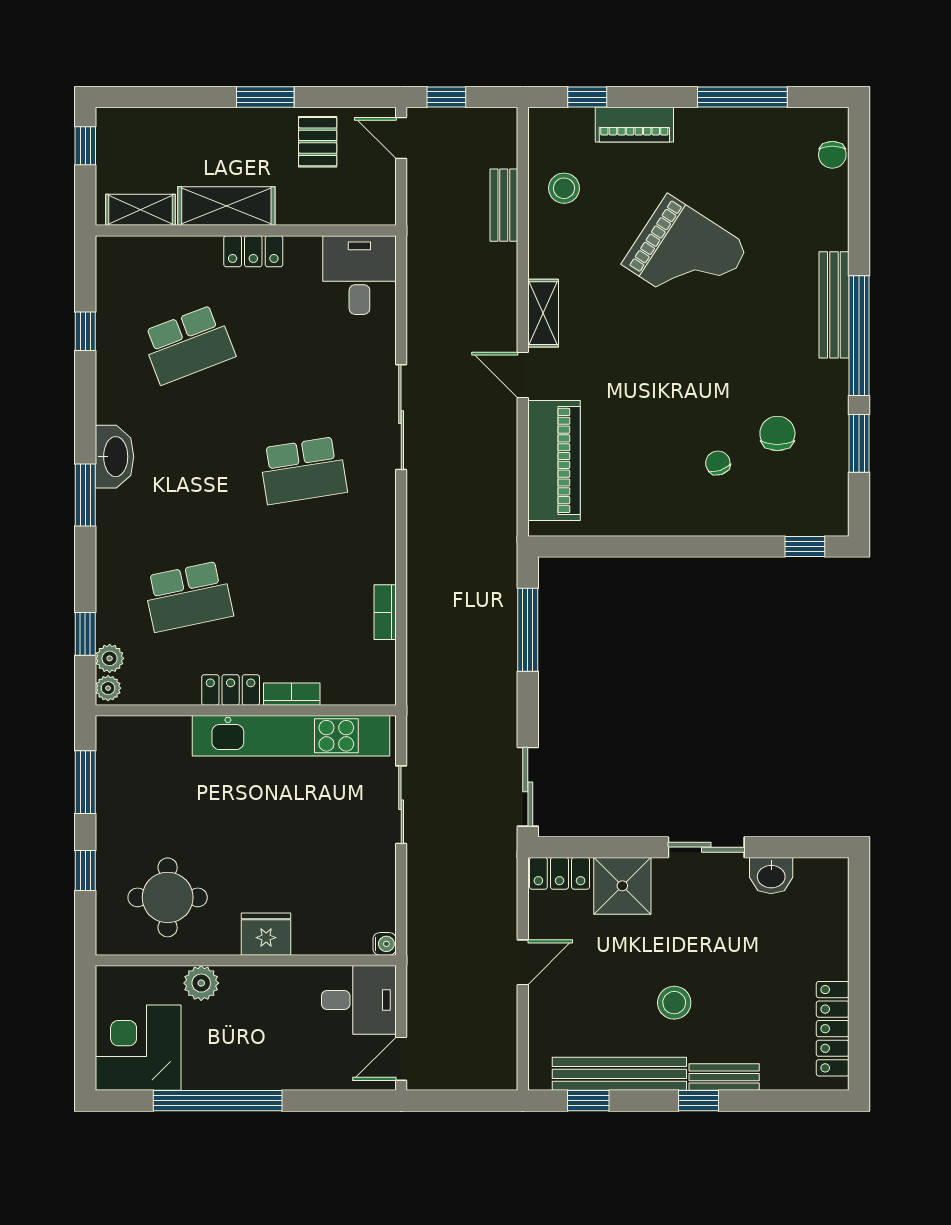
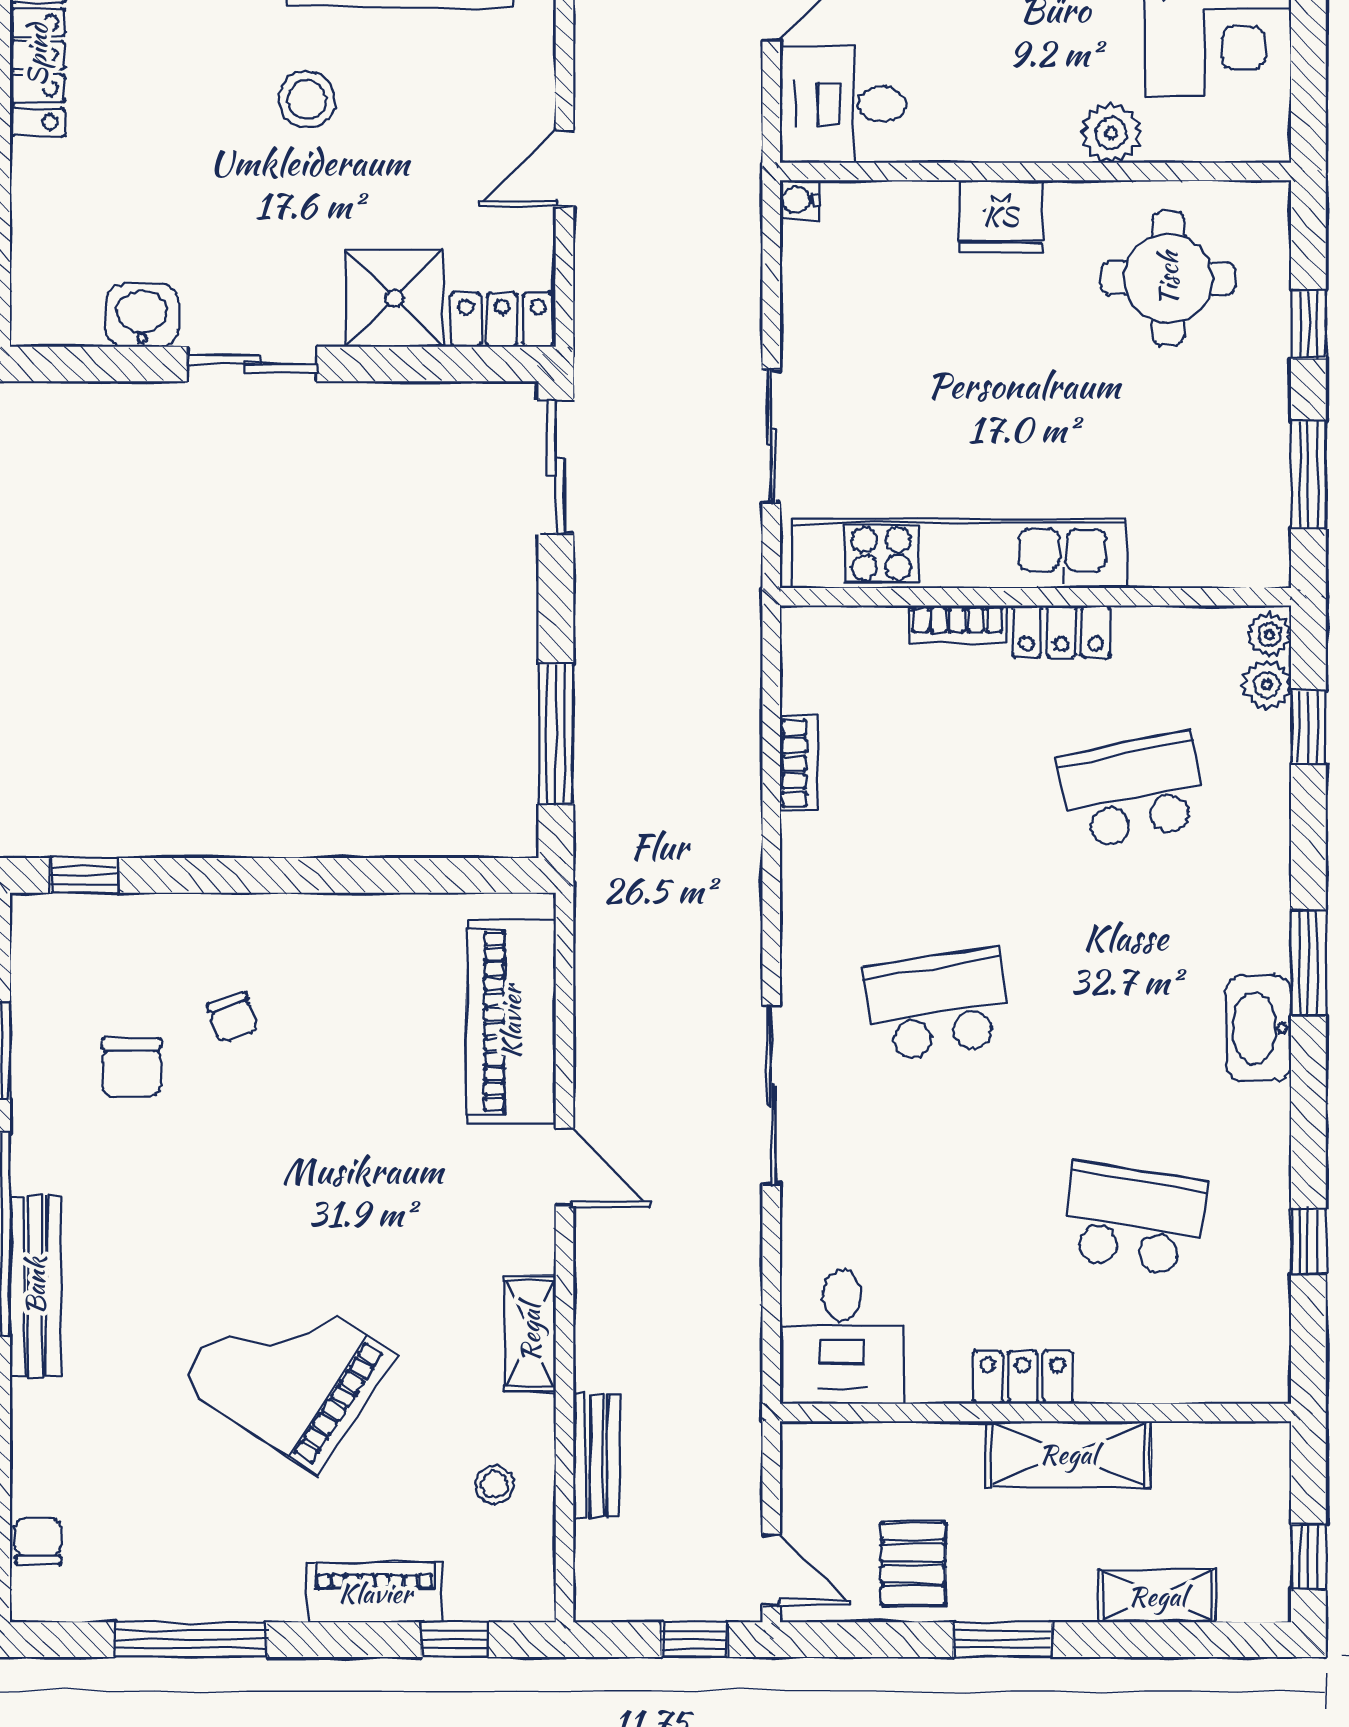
stool: (564, 188) -> (494, 1485), width x0.73, depth x0.73
shelving: (140, 210) -> (1157, 1596), moved
shelving: (543, 313) -> (530, 1333), moved
school desk: (188, 344) -> (1133, 1219), turned 30

